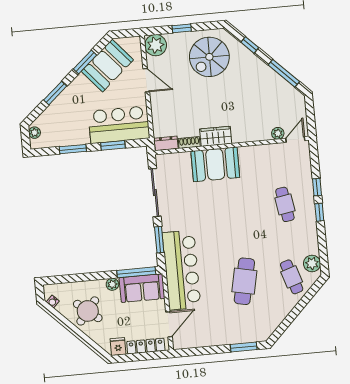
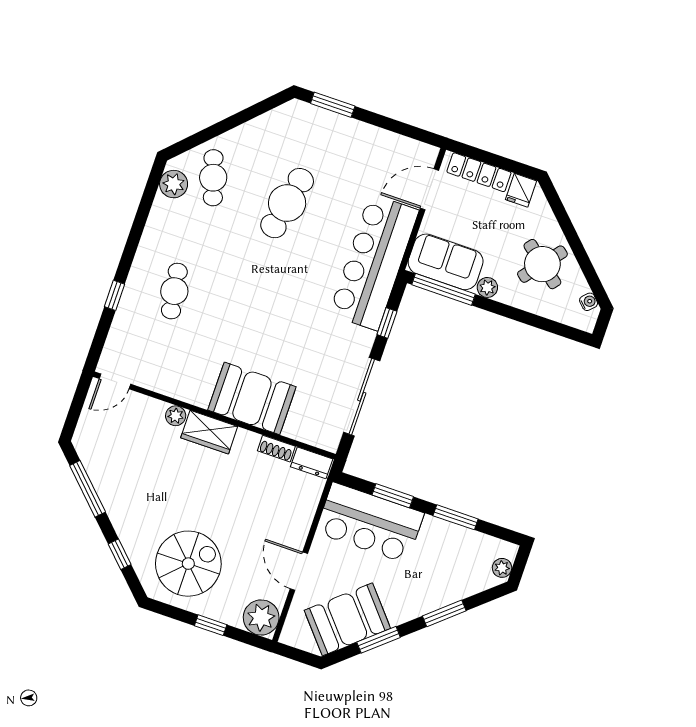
plant: (278, 133) -> (176, 416), moved
wardrobe: (216, 136) -> (209, 432), moved
window: (319, 212) -> (128, 256), removed
window: (159, 240) -> (387, 323), width x0.67

